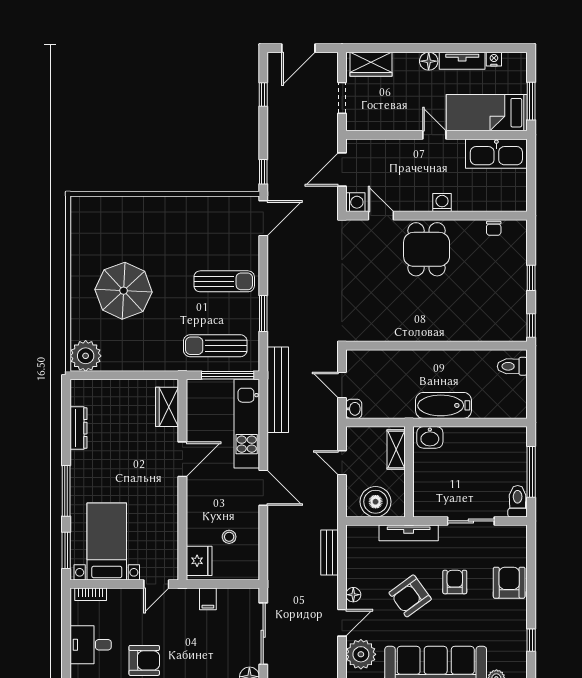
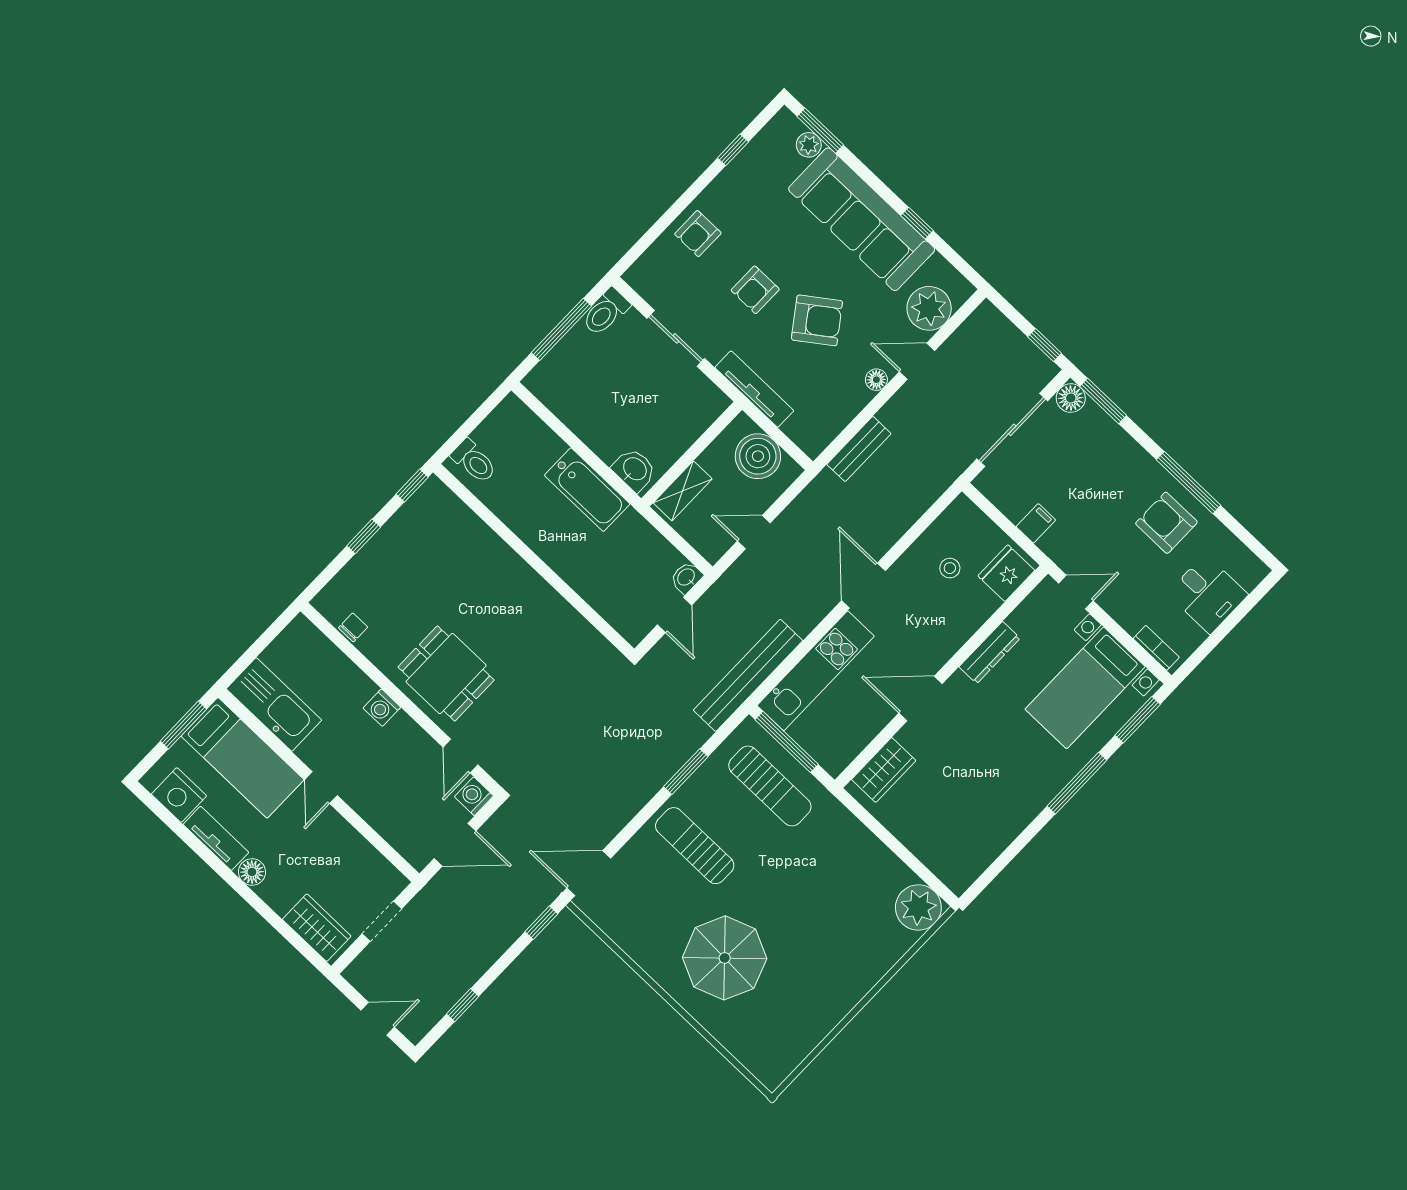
door: (298, 48) -> (378, 1019), width x0.73
nightstand: (494, 59) -> (179, 795), width x1.89, depth x1.79
dining table: (427, 249) -> (446, 674), turned 90
parasol: (124, 291) -> (725, 958), moved
dresser: (79, 428) -> (990, 653), moved, turned 180
door: (342, 463) -> (754, 532), swing flipped
armchair: (509, 583) -> (698, 234), width x0.72, depth x0.72

